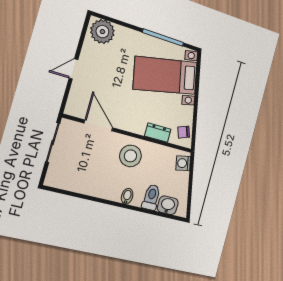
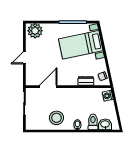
door: (98, 125) -> (48, 87), hinge flipped
stool: (130, 156) -> (56, 118), moved

